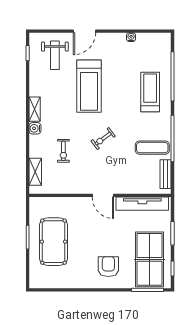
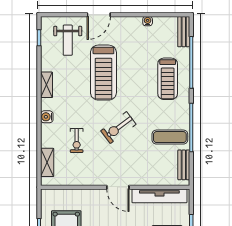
bench: (165, 47) -> (184, 32), added
treadmill: (150, 92) -> (168, 79), turned 180
shelving: (35, 109) -> (47, 85), moved
exercise bike: (103, 139) -> (118, 128), width x1.38, depth x1.39

